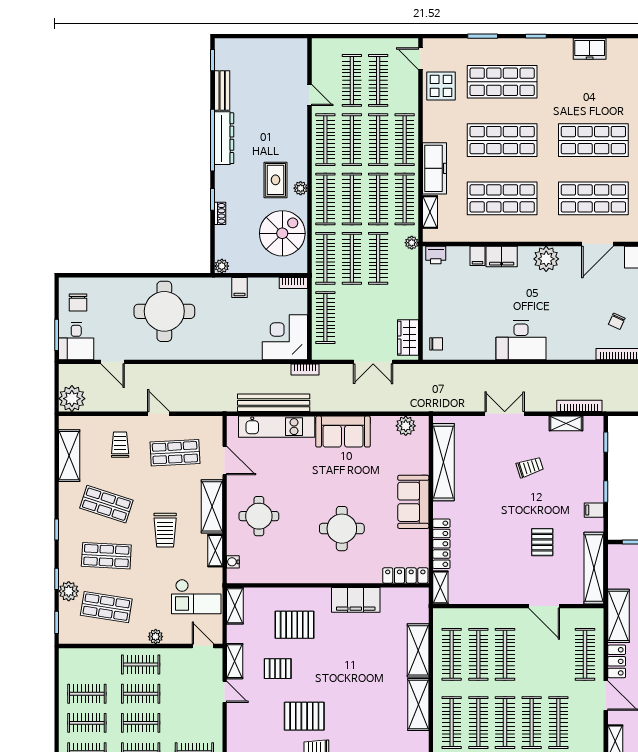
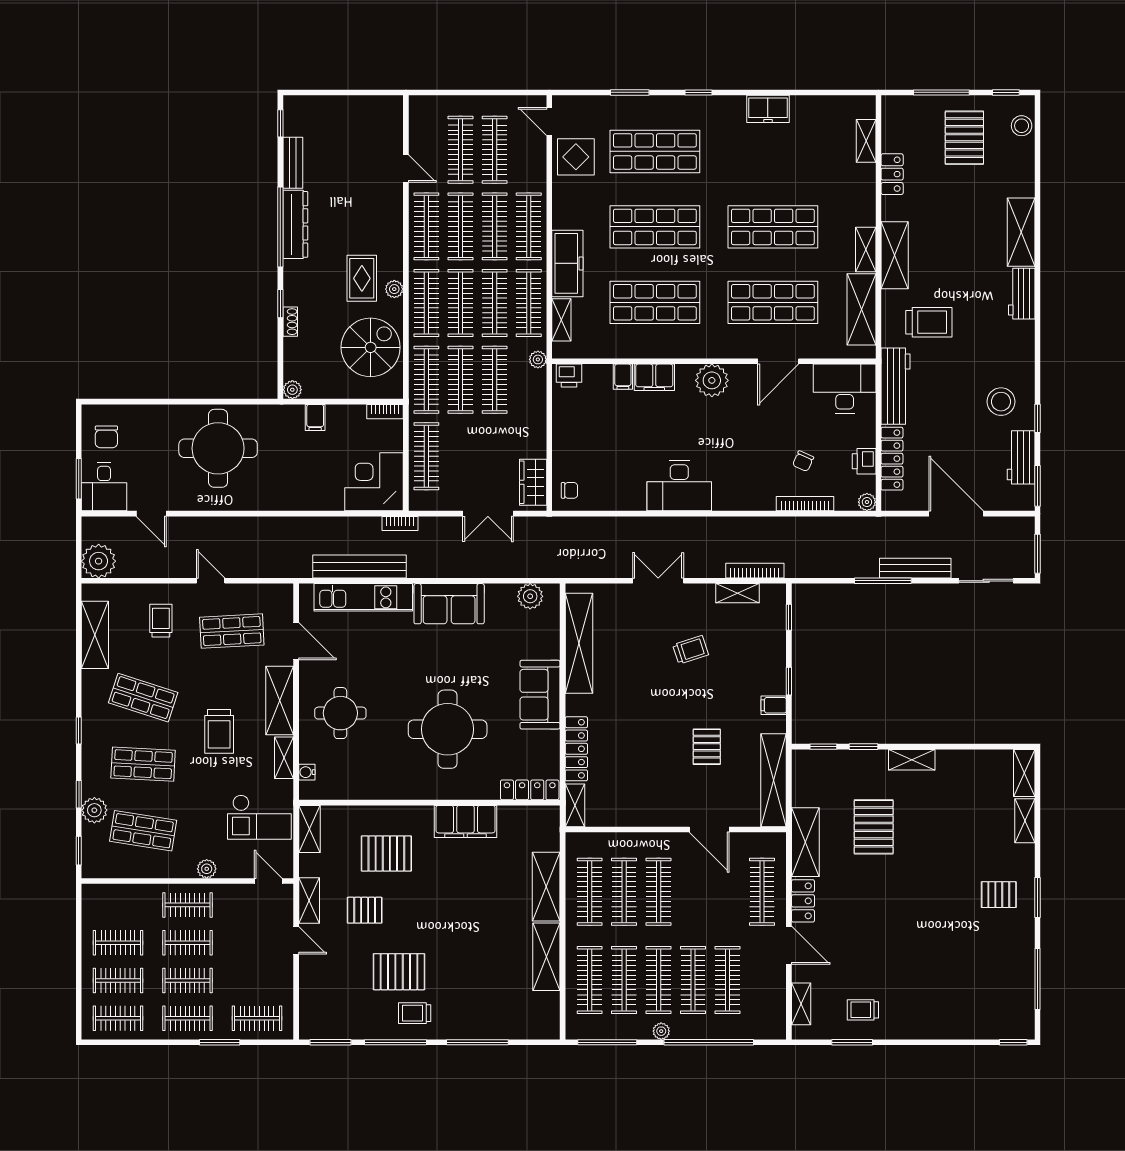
round table: (342, 529) -> (448, 729), width x1.36, depth x1.36

